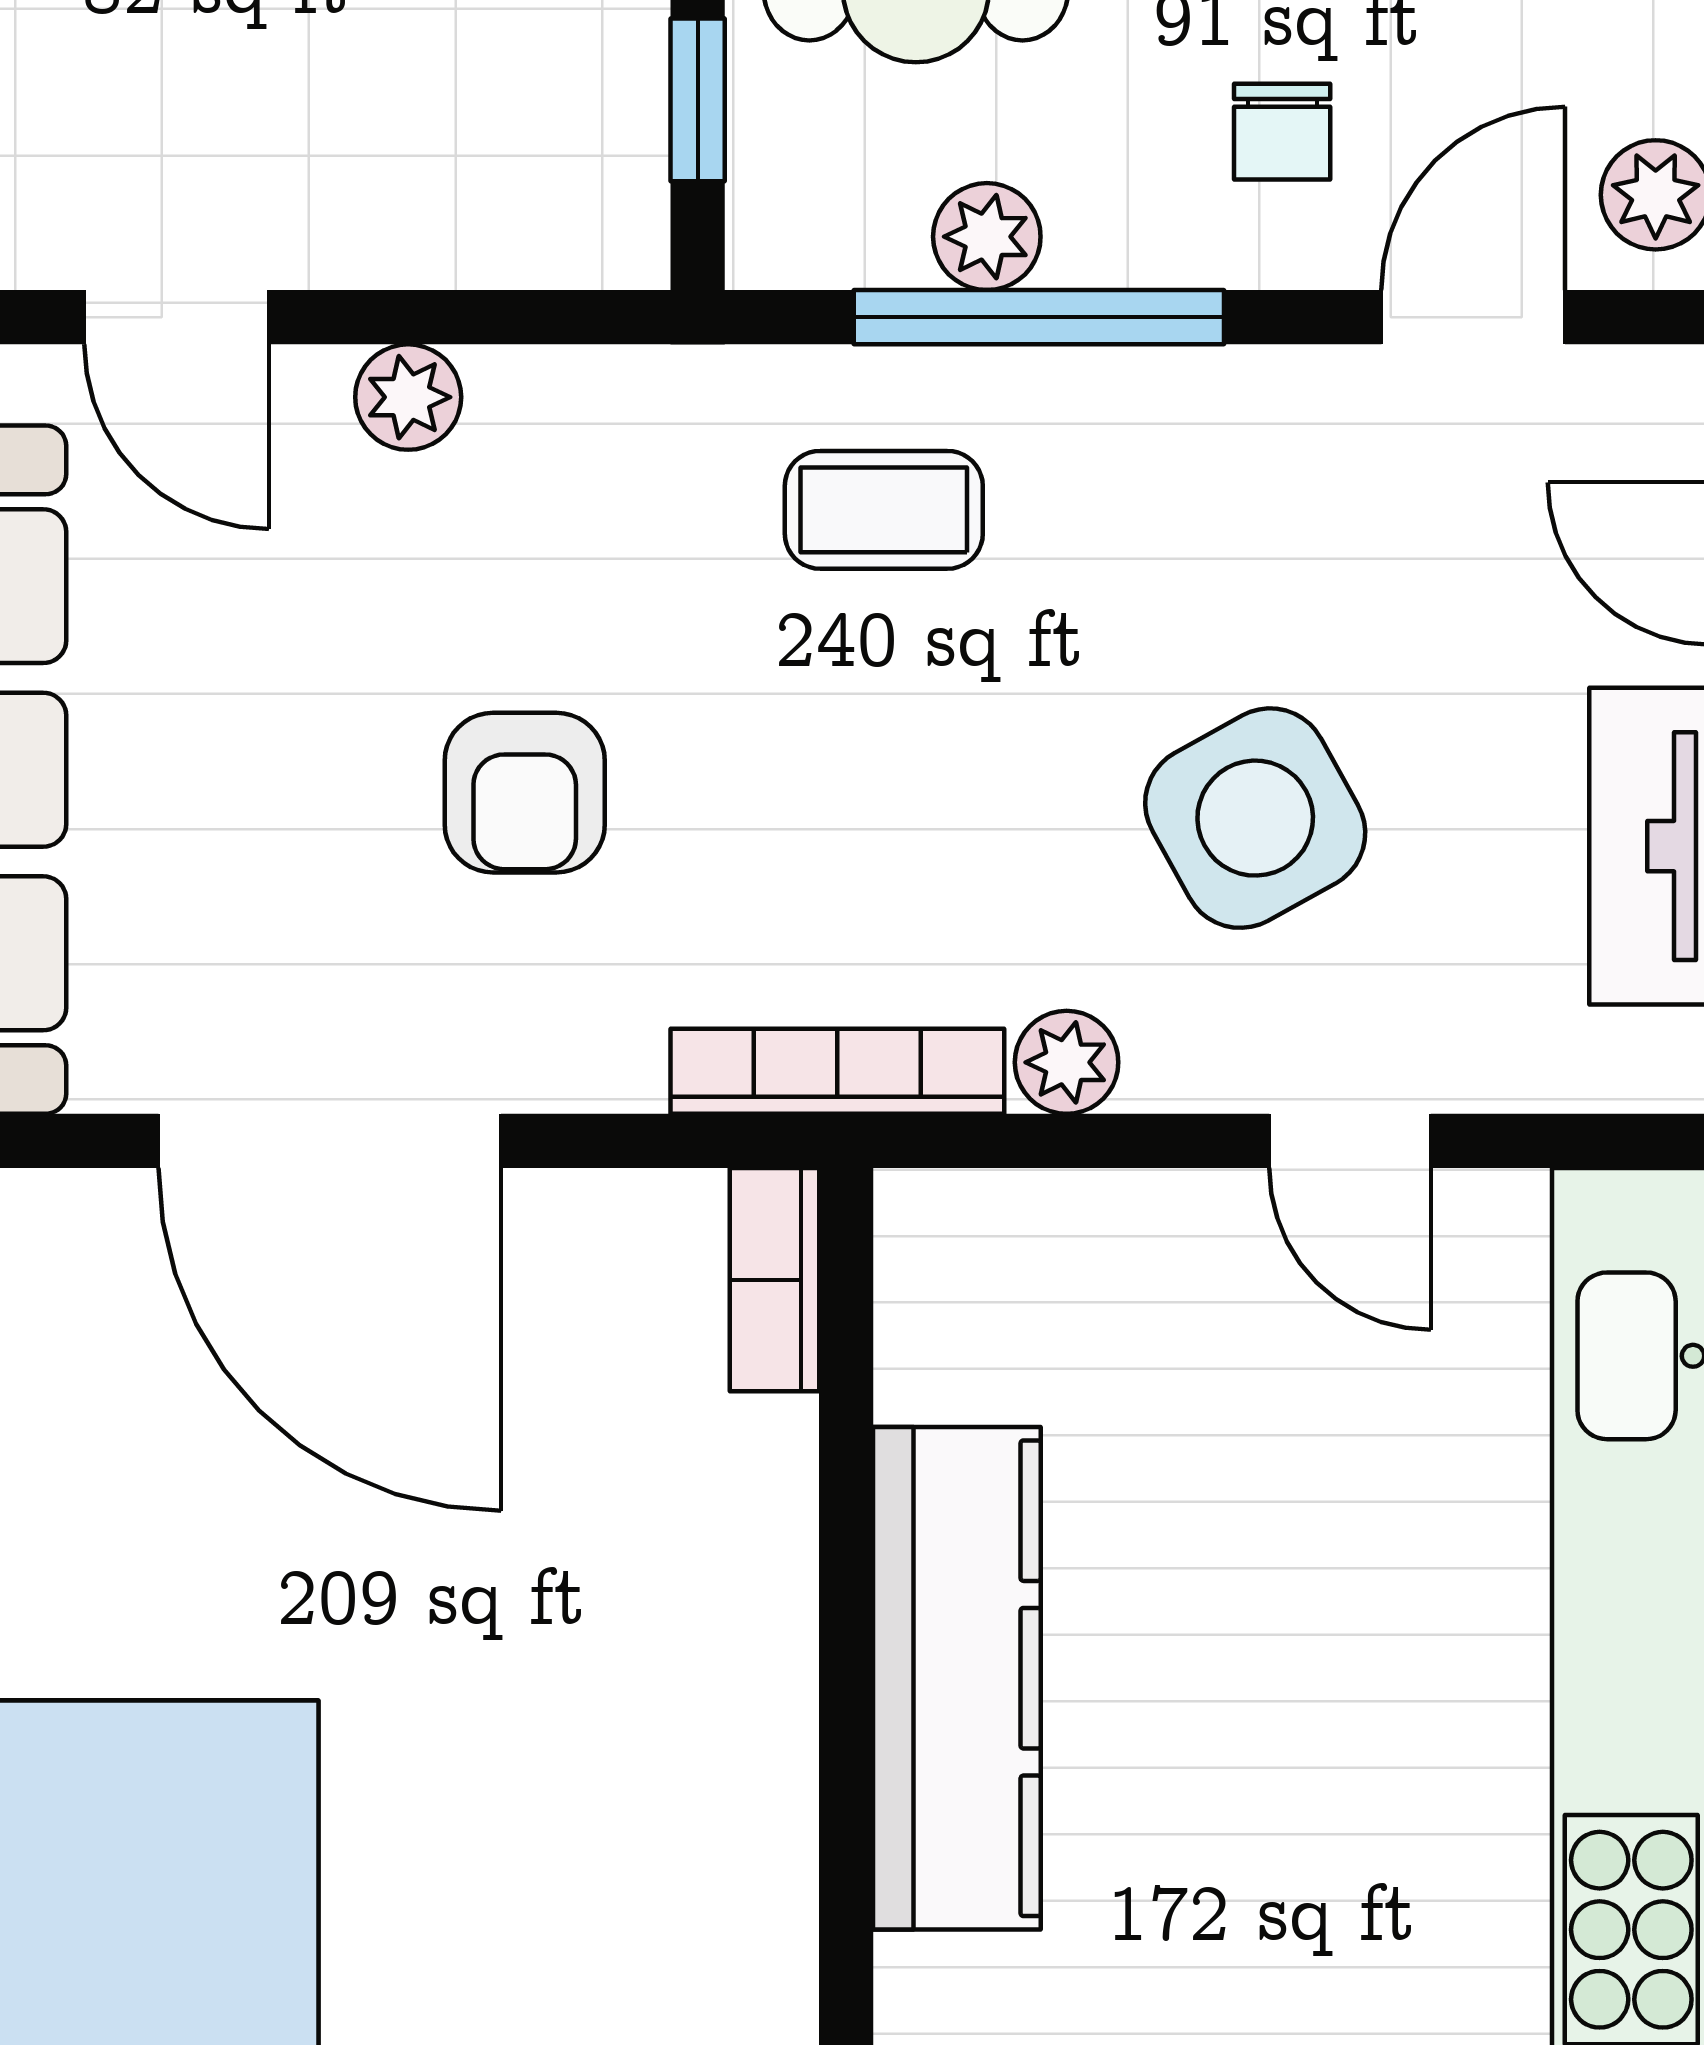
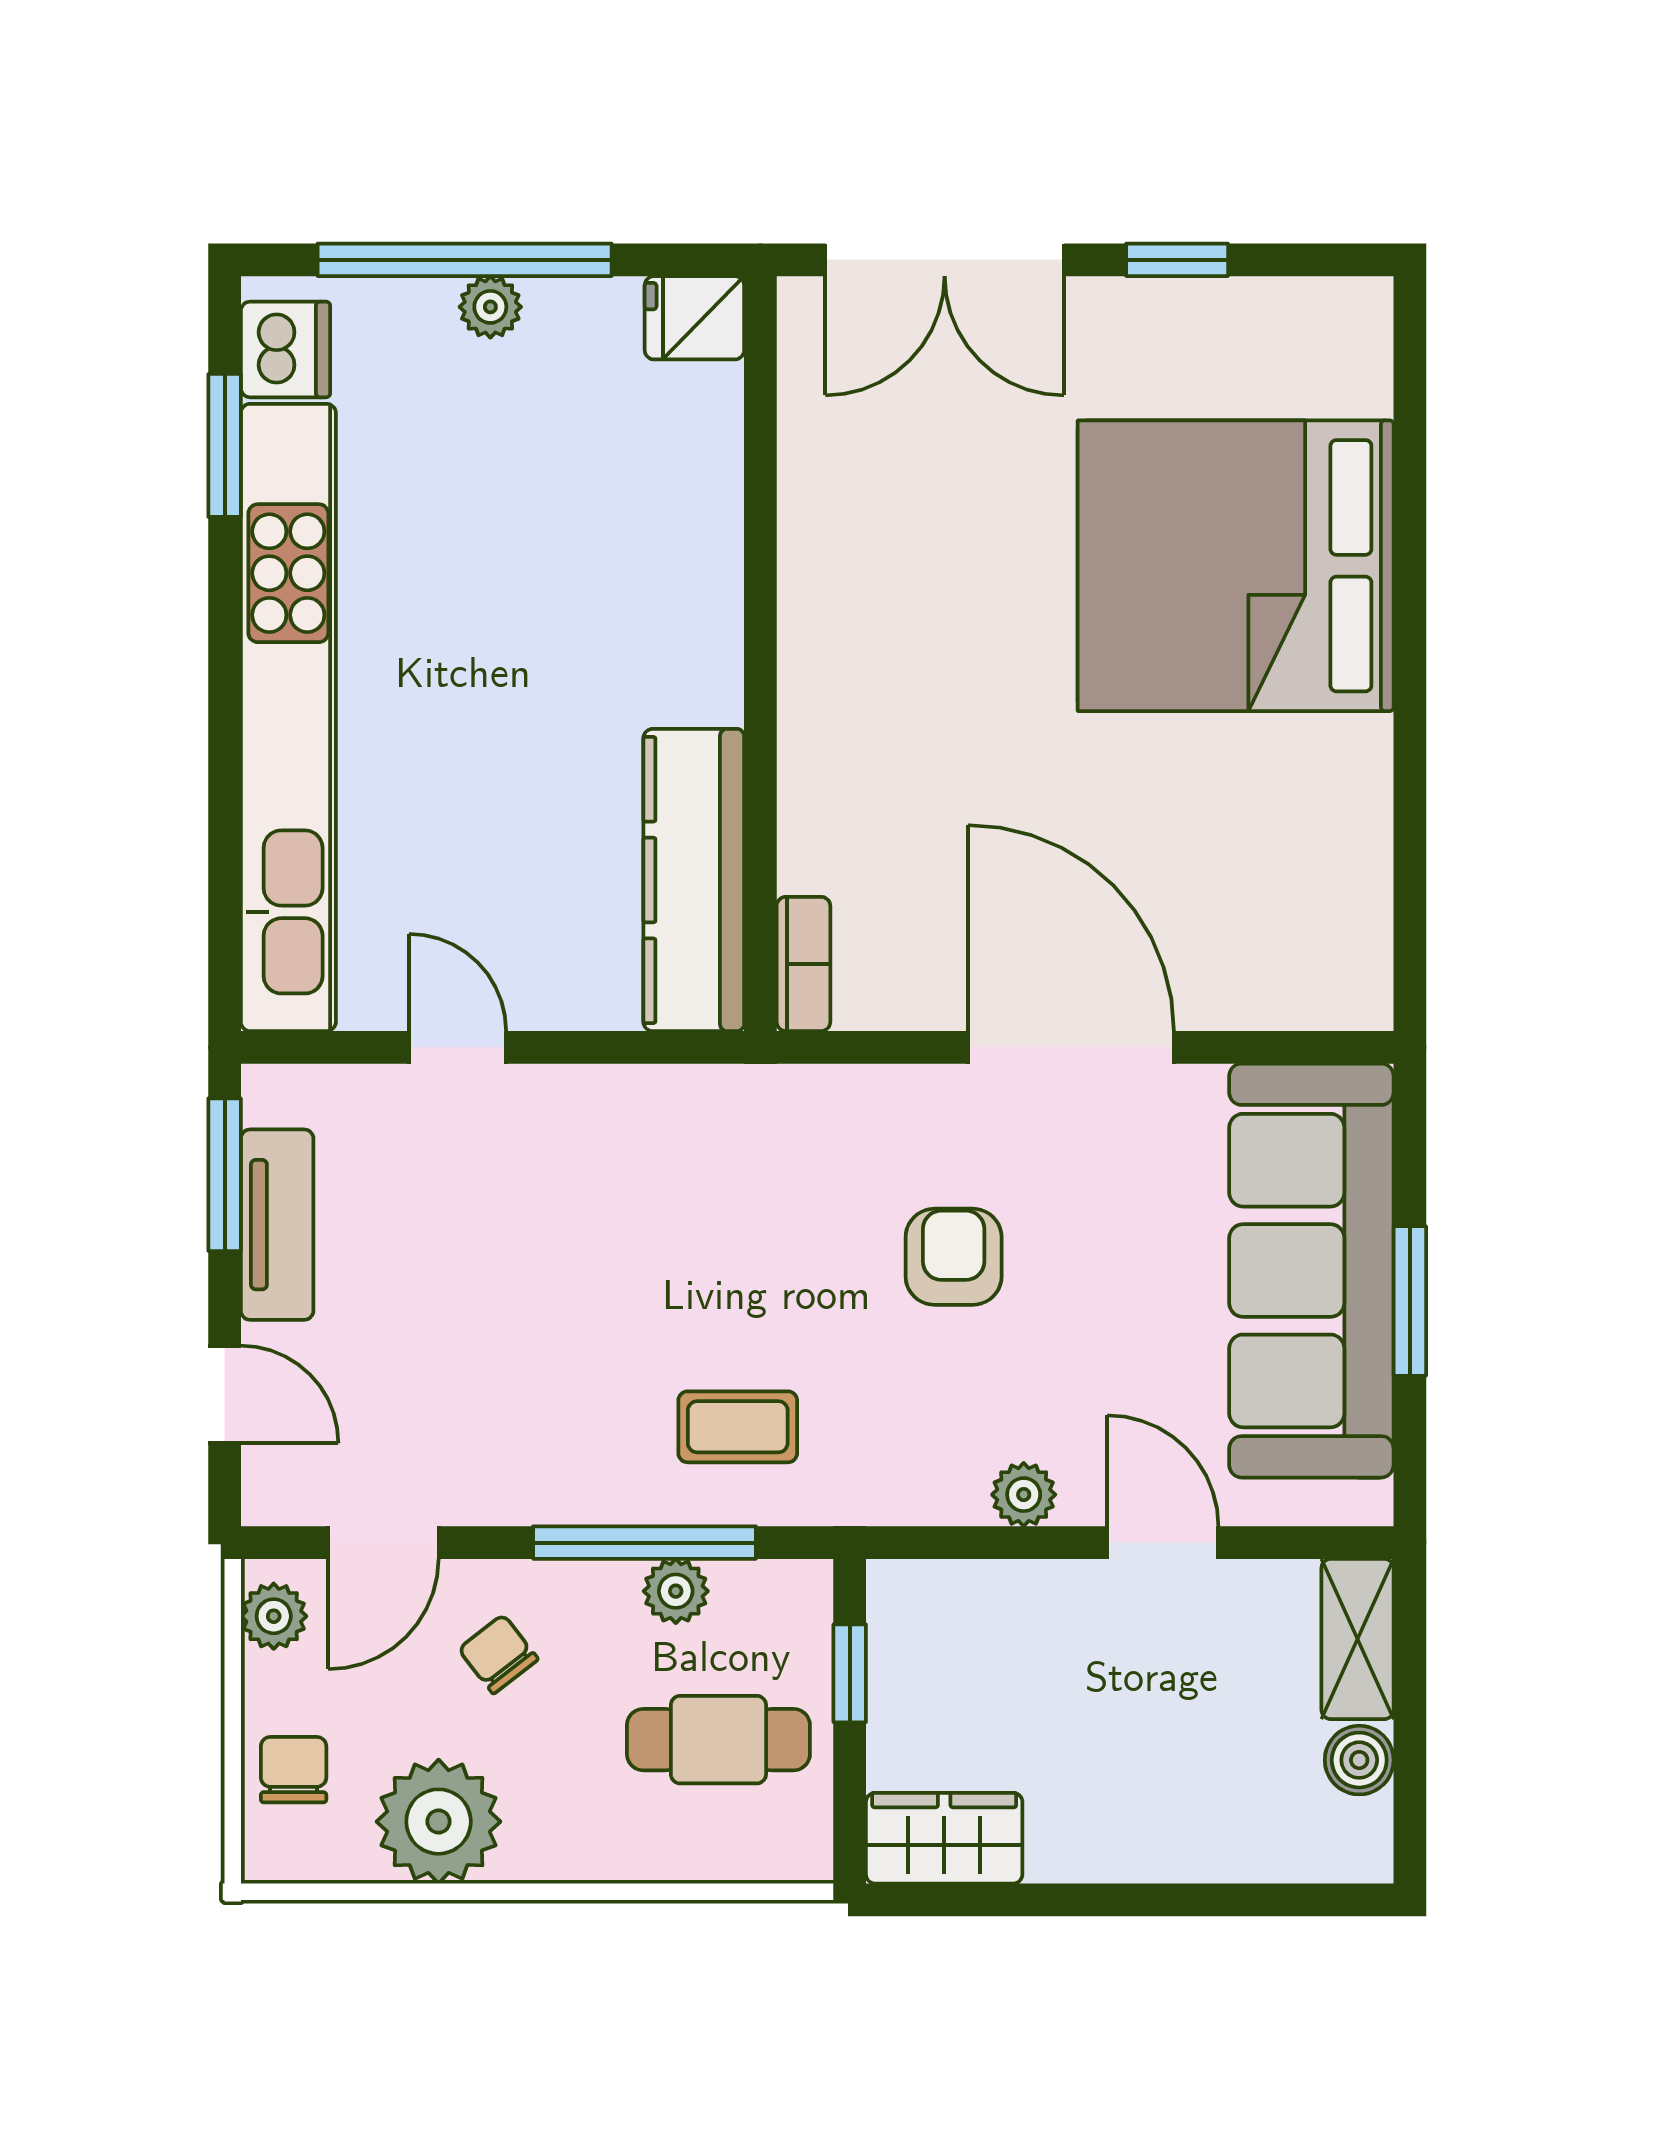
chair: (1282, 132) -> (498, 1654), turned -38
side table: (1255, 818) -> (514, 1241), removed
plant: (1067, 1062) -> (628, 1095), removed
bookcase: (837, 1071) -> (766, 1089), removed
kitchen counter: (957, 1678) -> (694, 880), moved

